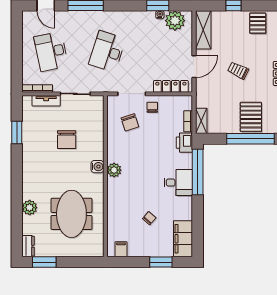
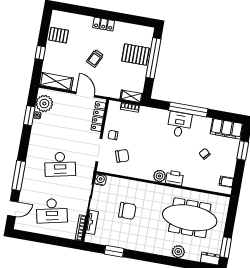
desk: (107, 51) -> (60, 164), turned -30
printer: (184, 143) -> (174, 178), moved, turned 180
water cooler: (97, 167) -> (100, 180), moved
window: (198, 172) -> (188, 110), moved
meeting table: (71, 214) -> (190, 218), width x1.36

